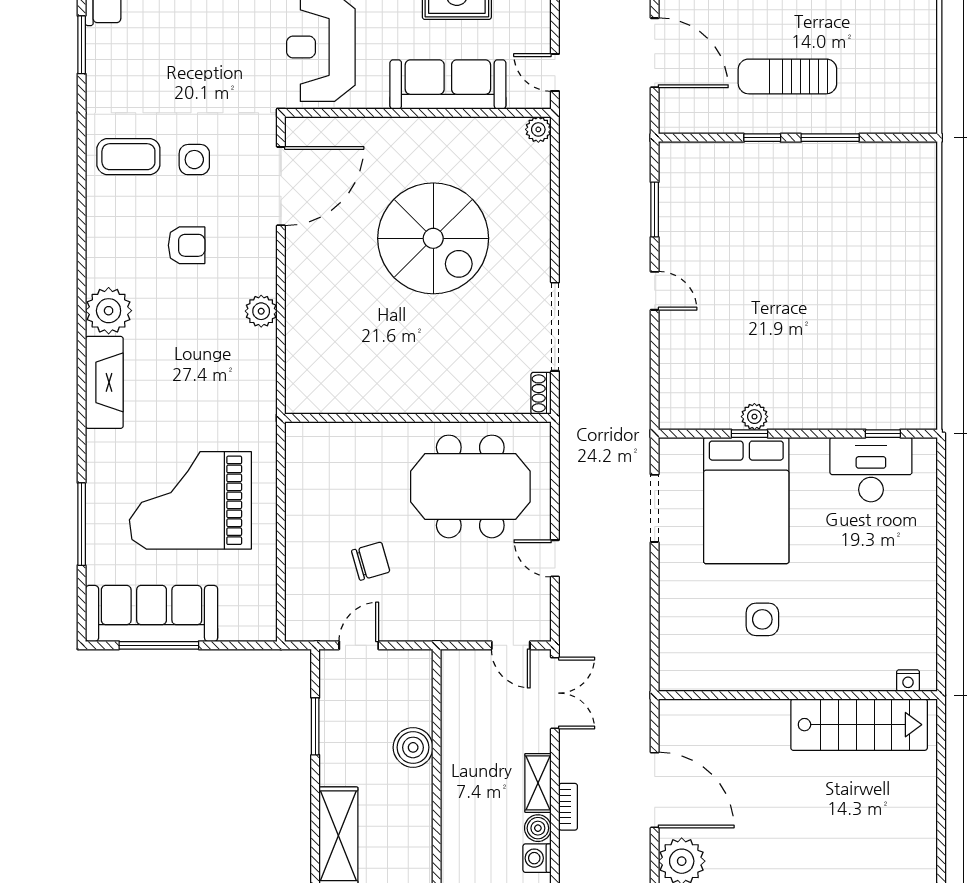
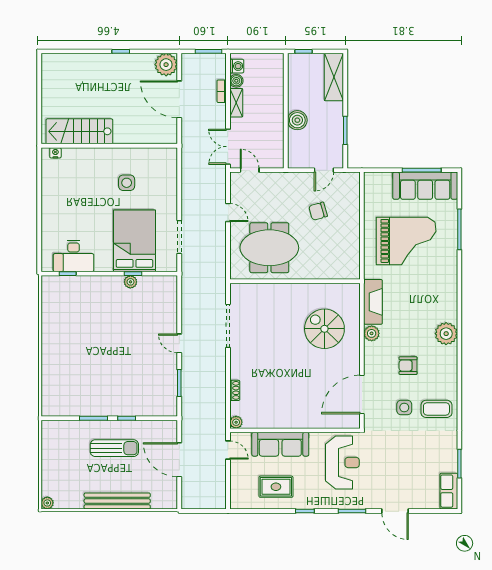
spiral stairs: (433, 238) -> (324, 329), moved, width x0.73, depth x0.73
fireplace: (104, 382) -> (373, 302), moved, turned 180
shoe rack: (541, 393) -> (235, 390), moved

